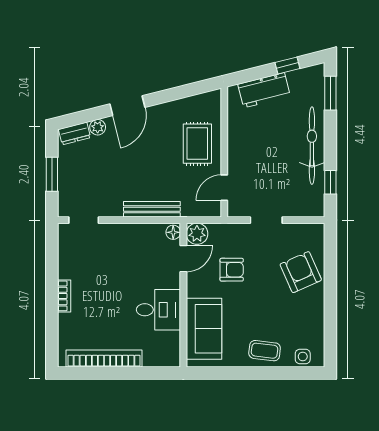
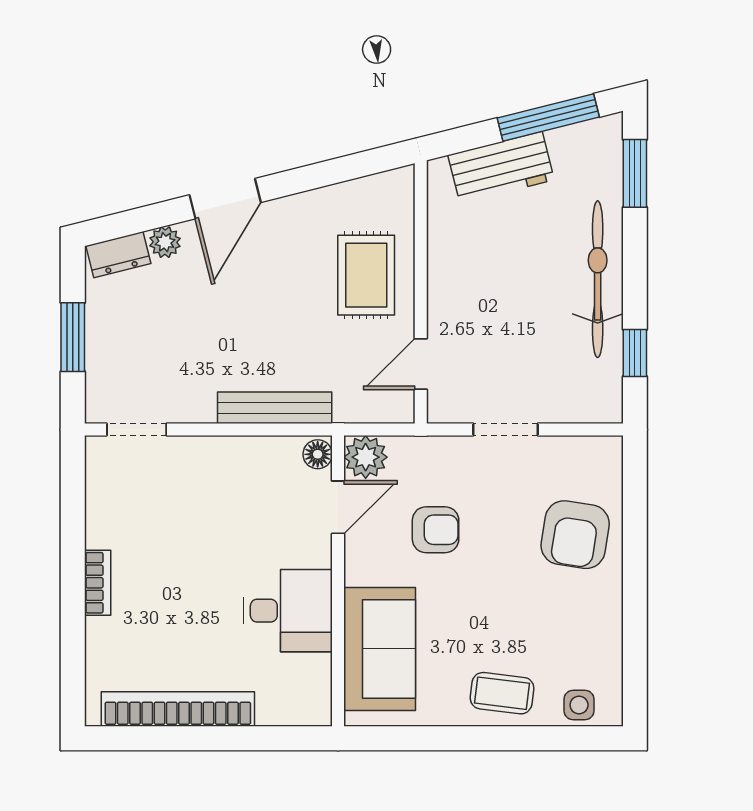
window: (287, 65) -> (548, 117), width x2.17
armchair: (301, 272) -> (575, 535), turned -147

